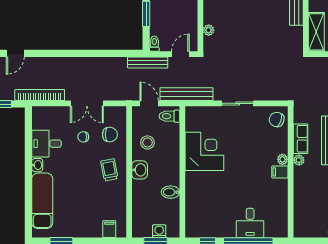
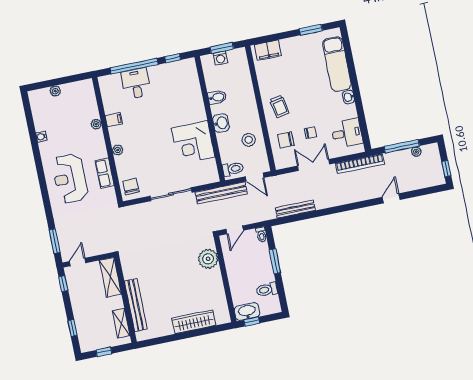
plant: (209, 30) -> (208, 259), width x1.88, depth x1.88
bench: (148, 62) -> (295, 209), moved
sliding door: (238, 103) -> (171, 194), width x1.37
chair: (277, 120) -> (131, 187), turned -110
desk: (46, 144) -> (347, 133), moved
plant: (299, 160) -> (96, 124), moved
washbasin: (140, 170) -> (221, 123), moved, turned 180
filing cabinet: (280, 172) -> (114, 120), moved
filing cabinet: (109, 229) -> (268, 50), width x2.00

